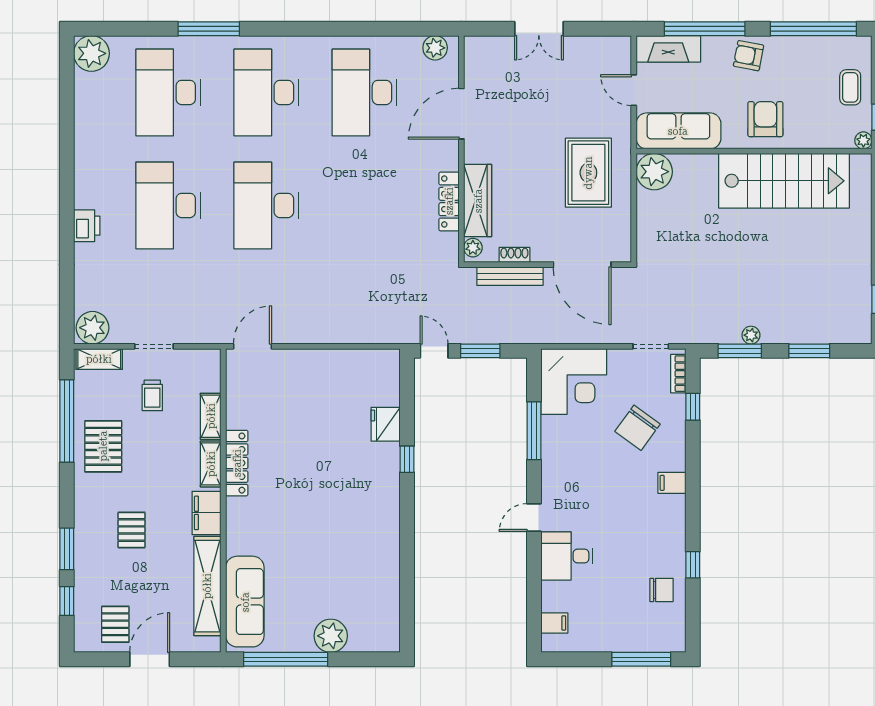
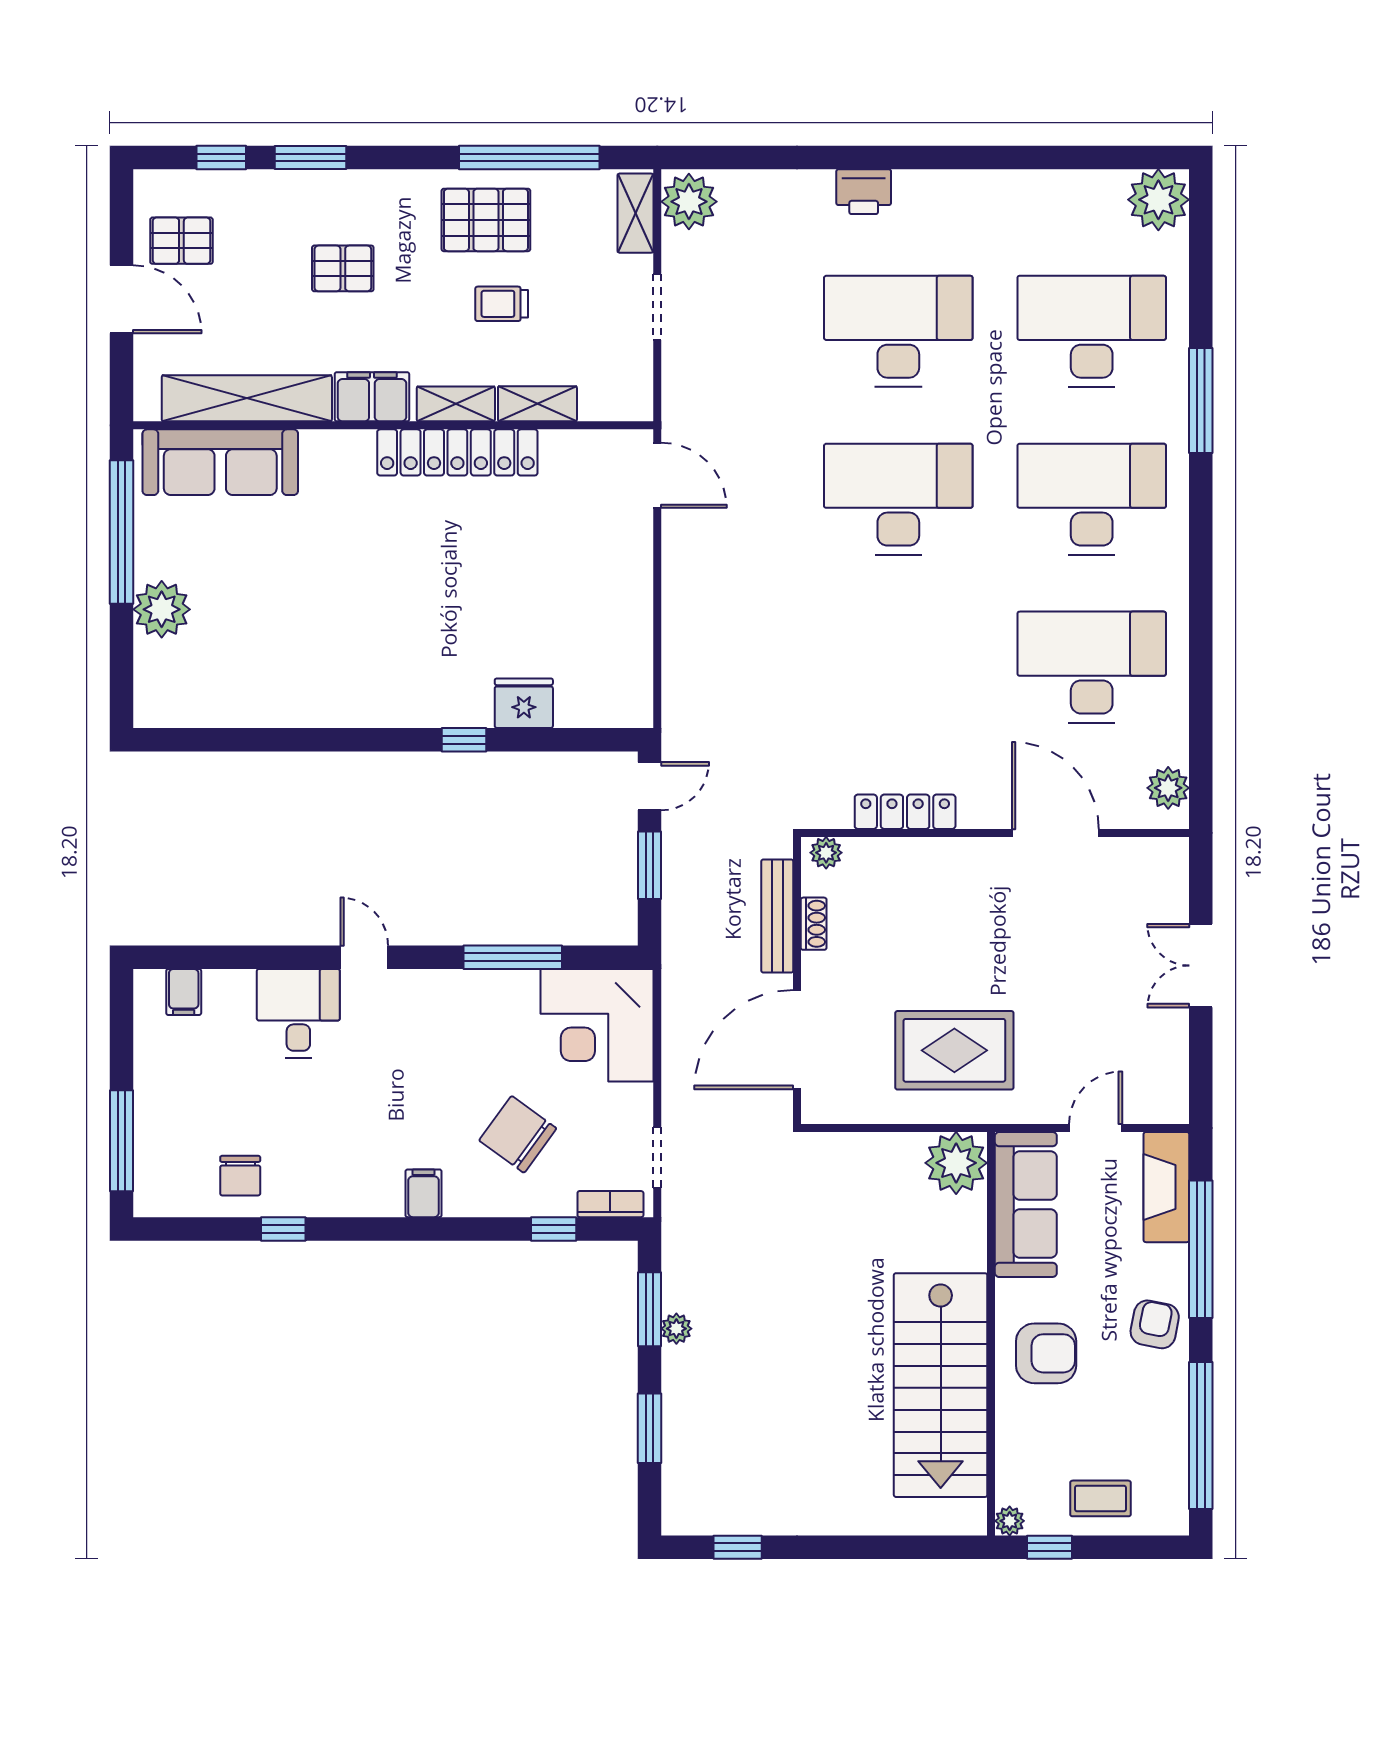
wardrobe: (478, 201) -> (907, 861), removed
trolley: (152, 395) -> (502, 304), moved
locker: (237, 463) -> (457, 452), width x1.41, depth x1.21

